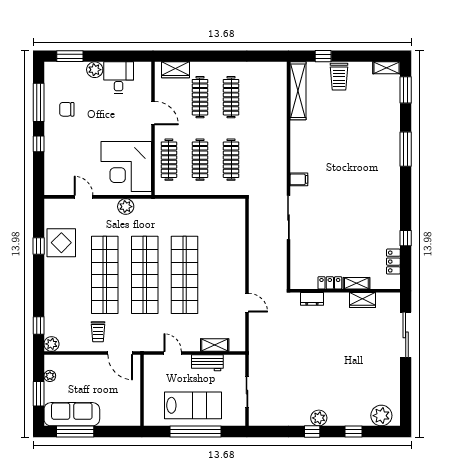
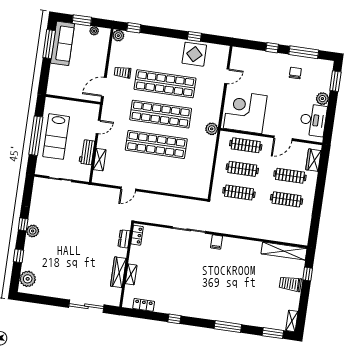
desk: (119, 78) -> (313, 120), width x1.37
plant: (126, 207) -> (212, 129), moved
window: (406, 238) -> (174, 319), moved
locker: (330, 283) -> (137, 235), moved
wardrobe: (362, 300) -> (118, 272), width x1.50

